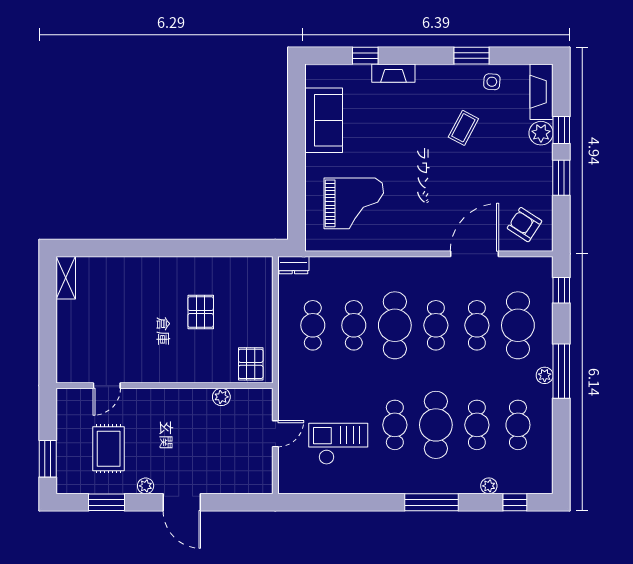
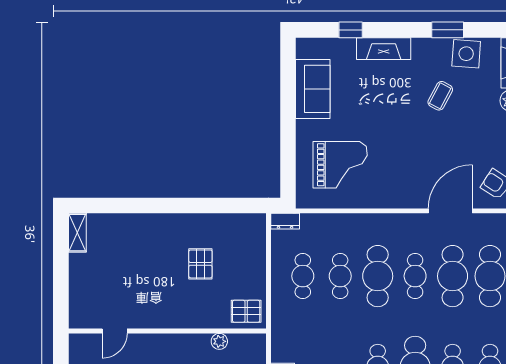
fireplace: (393, 73) -> (384, 49), width x1.37, depth x1.32
side table: (492, 82) -> (466, 54), width x1.87, depth x1.87
cafe table: (477, 325) -> (453, 276), width x1.37, depth x1.35
pallet: (251, 364) -> (246, 311), turned 90

